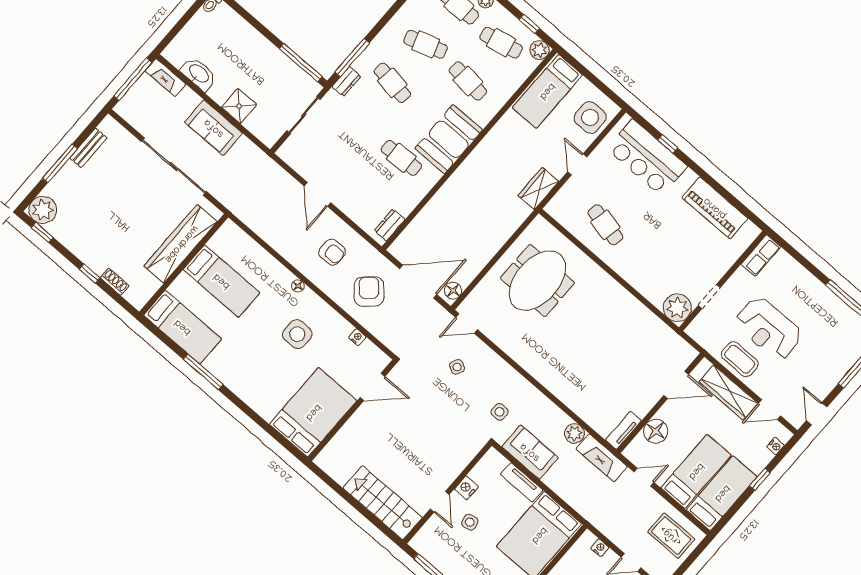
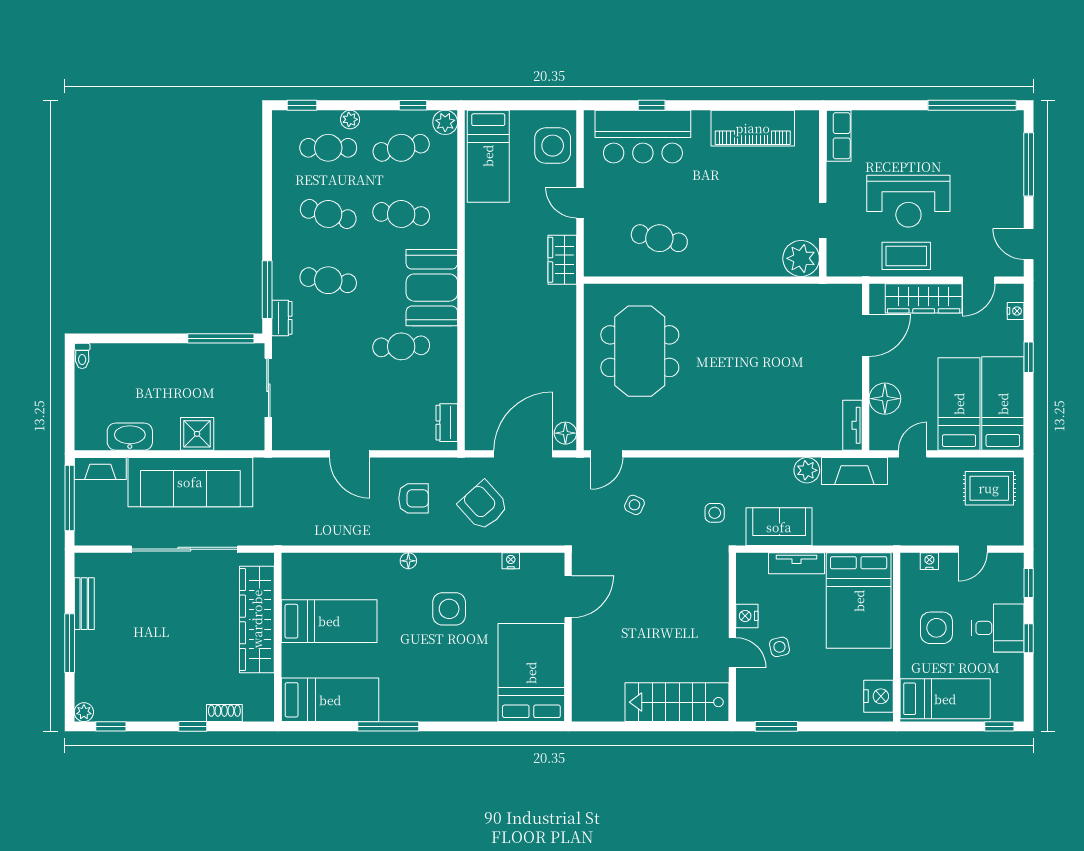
cafe table: (426, 44) -> (328, 214), turned 33
sofa: (214, 128) -> (190, 482), width x1.85, depth x1.27
plant: (43, 210) -> (84, 712), width x0.53, depth x0.53

